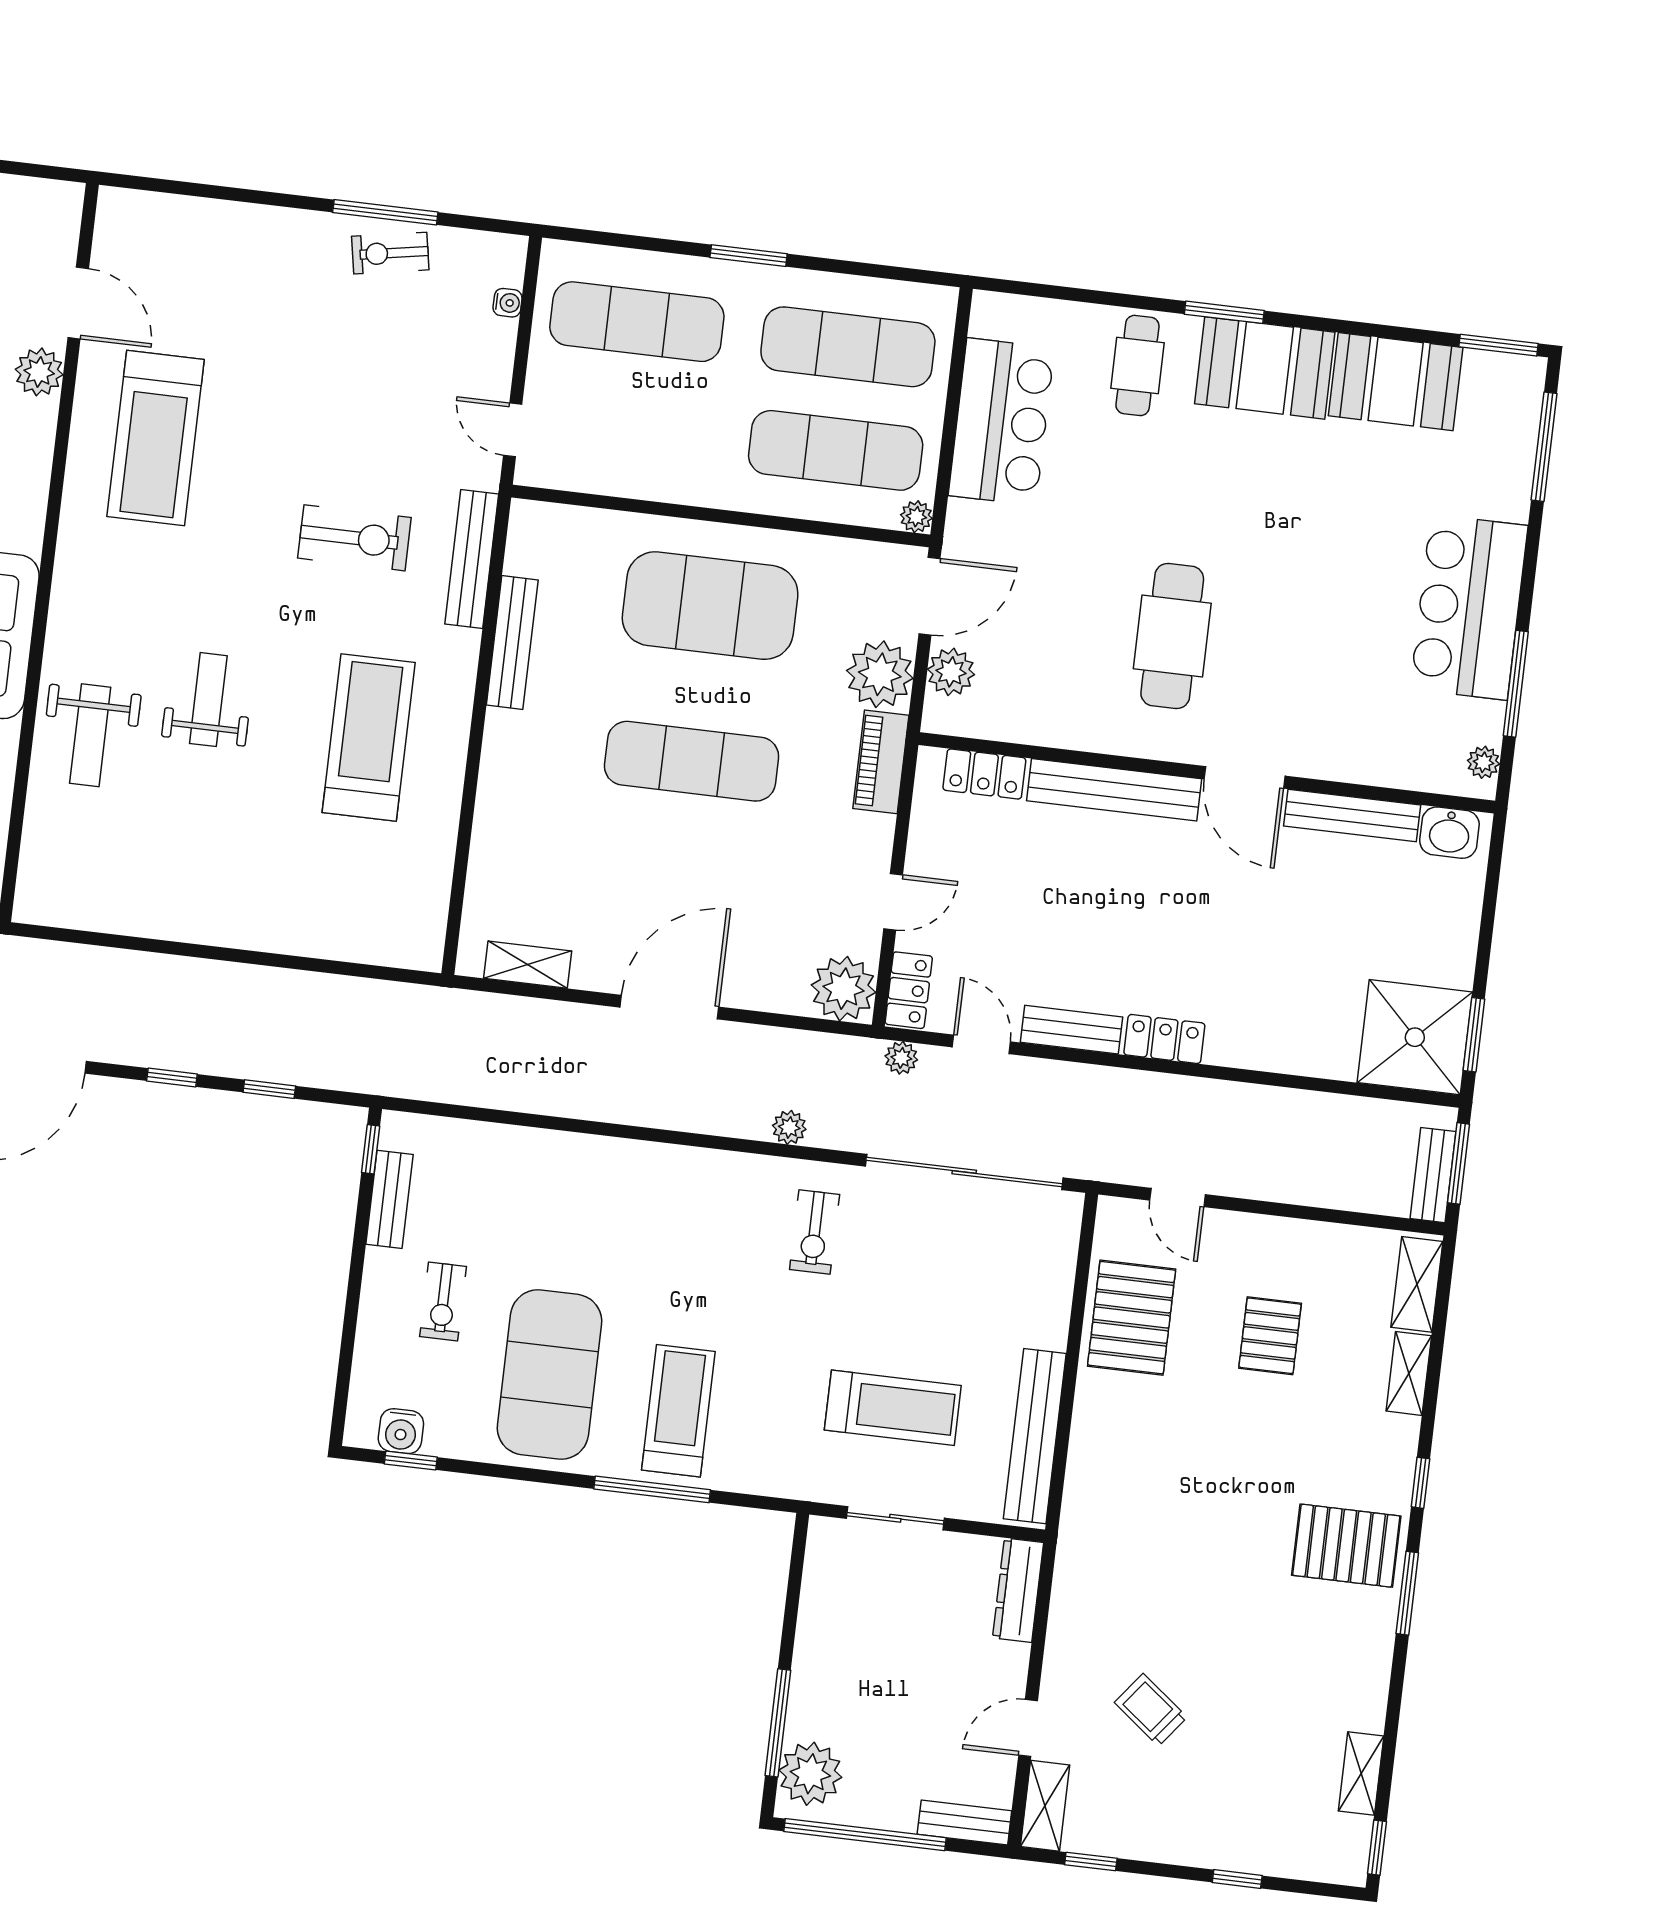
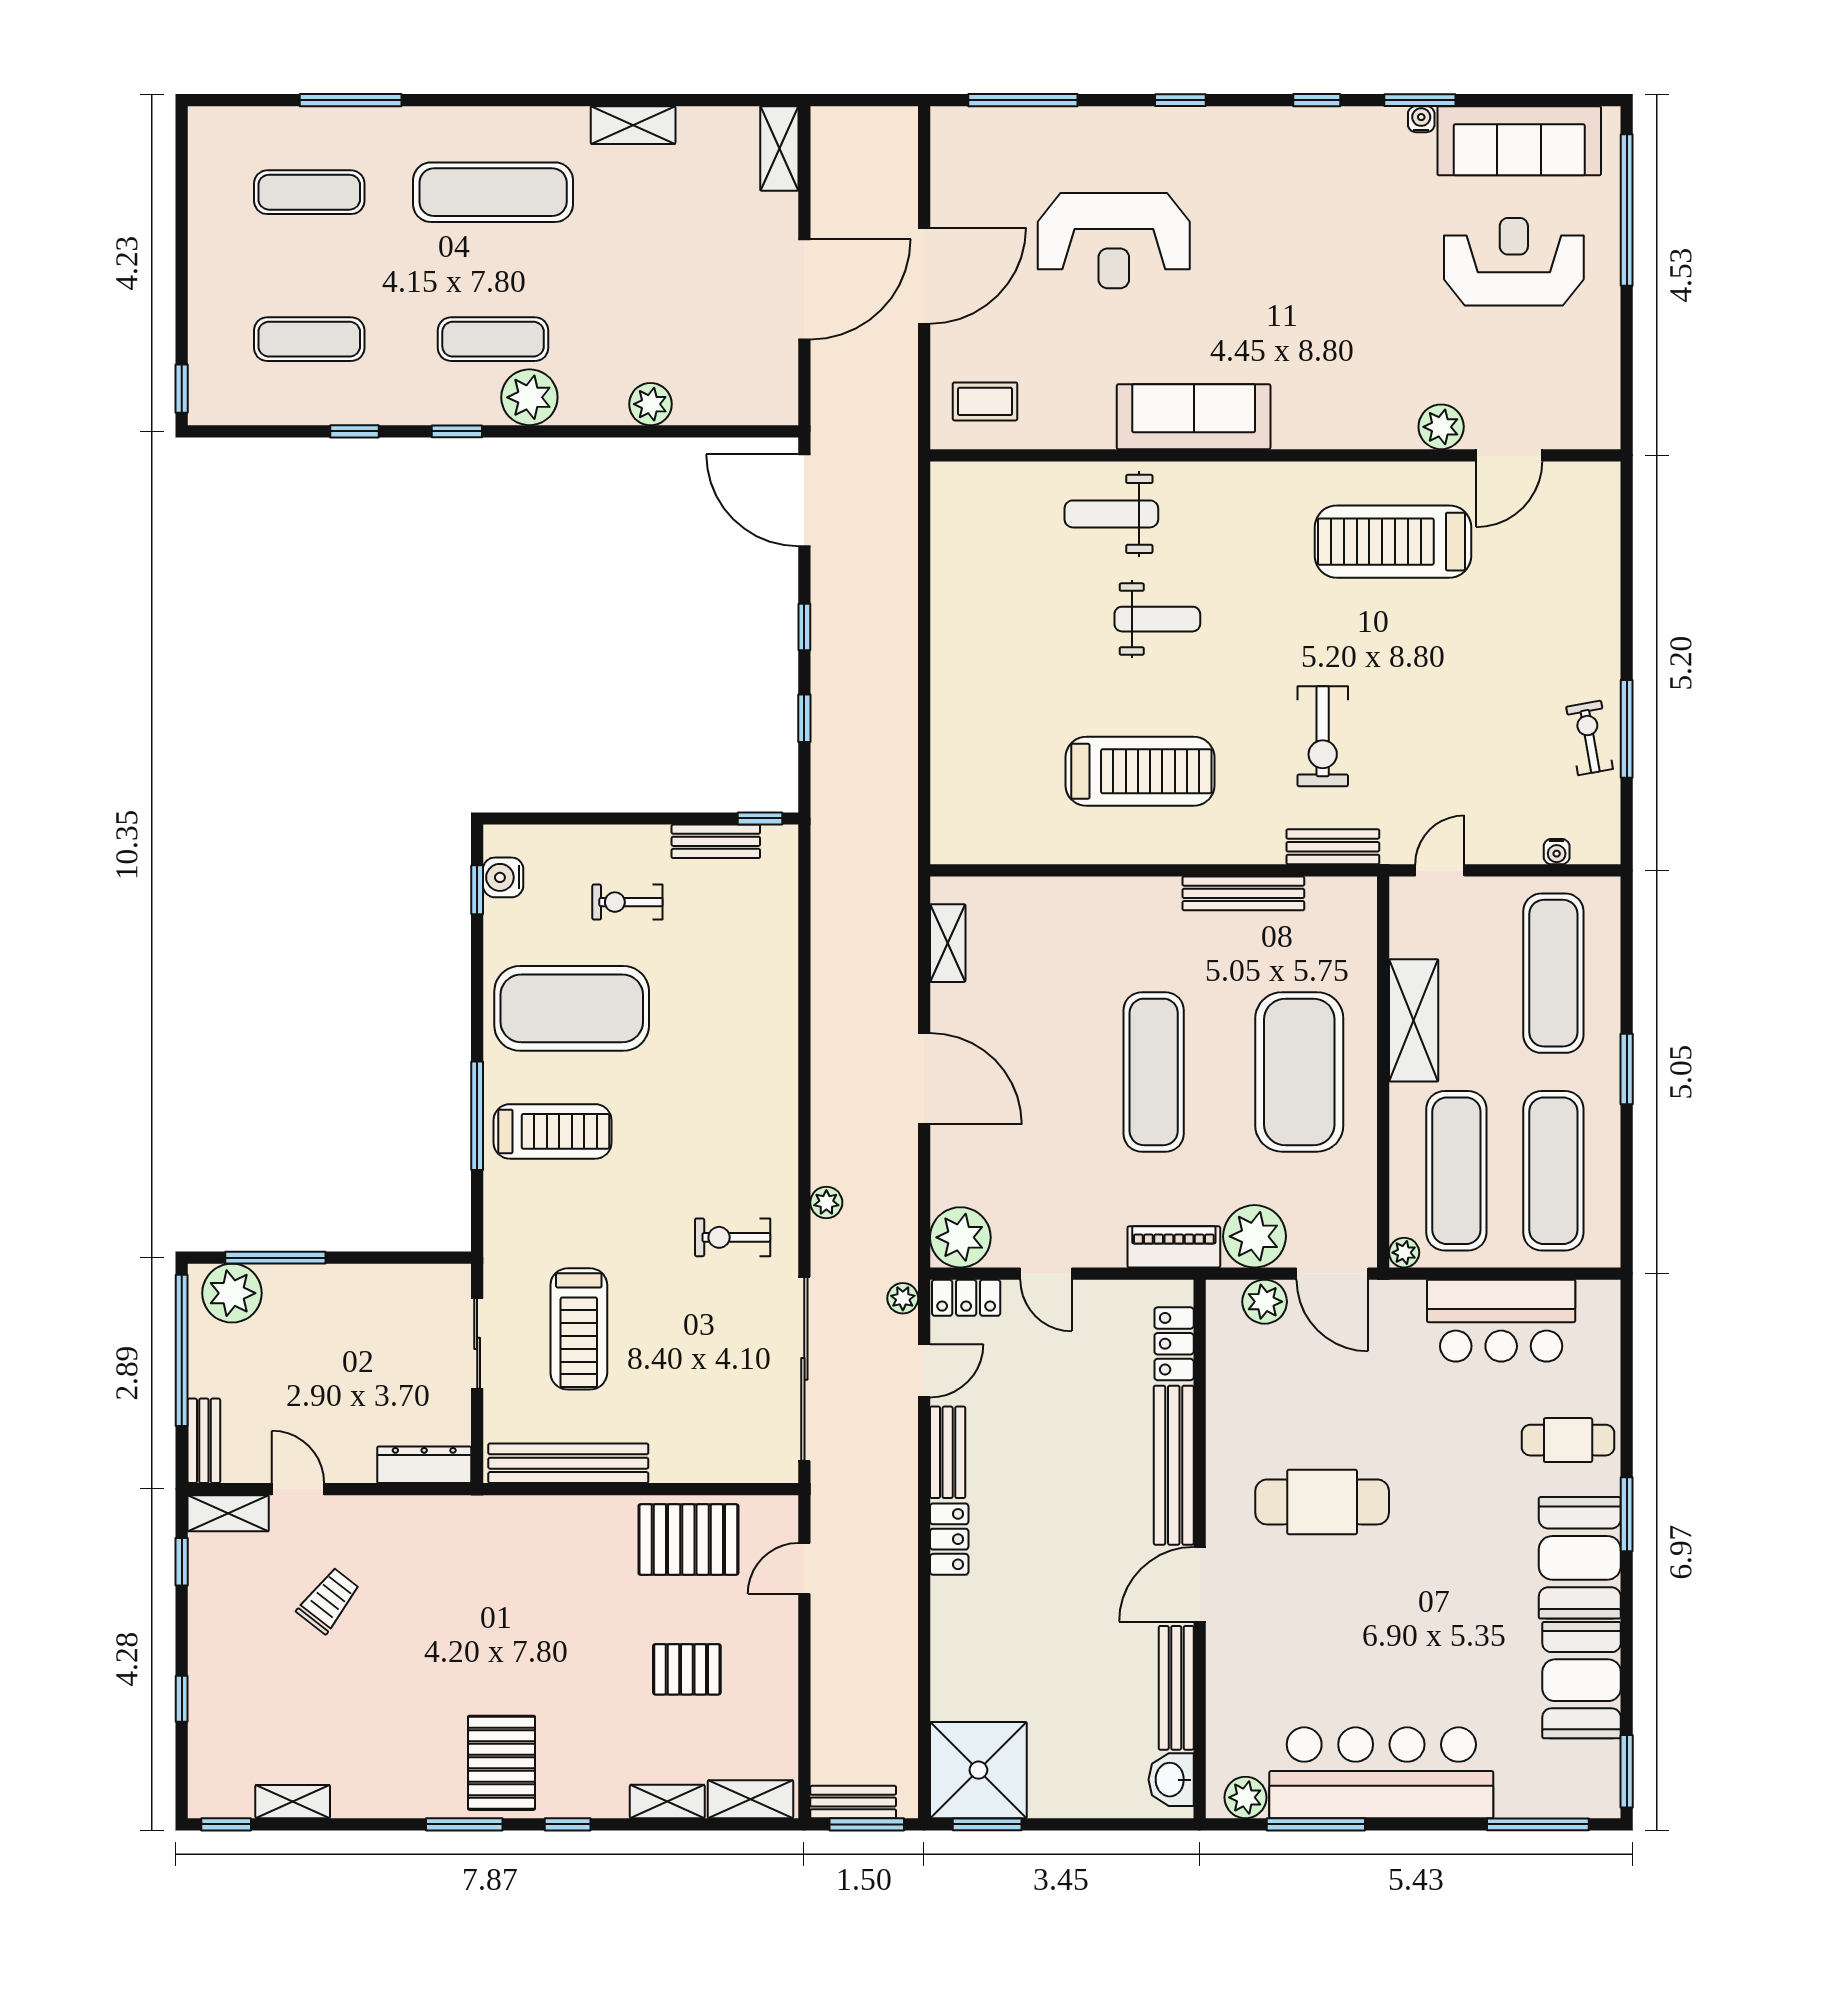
shelving: (670, 477) -> (1414, 1020), added
bench: (472, 559) -> (1333, 847), width x0.73
bar counter: (1469, 607) -> (1381, 1773), width x1.36
plant: (1483, 762) -> (1245, 1797), width x1.38, depth x1.38

